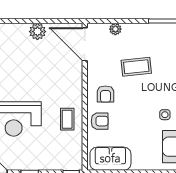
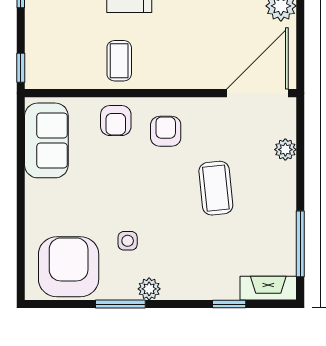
armchair: (105, 94) -> (166, 131), turned 90
coffee table: (67, 119) -> (119, 61), turned 90

